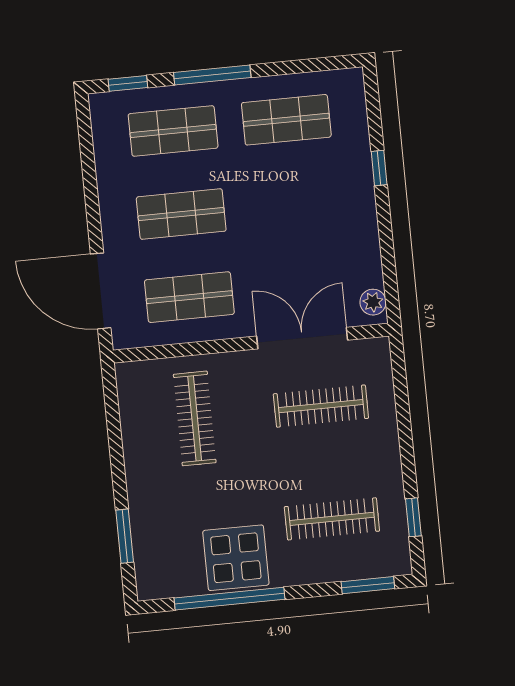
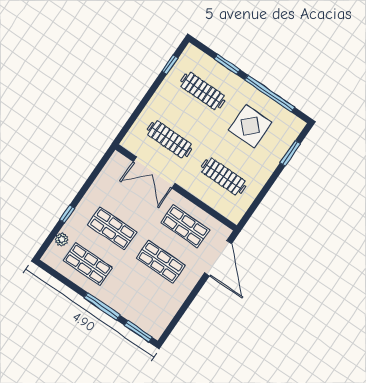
window: (128, 83) -> (138, 331), width x1.50
shop shelf: (173, 131) -> (112, 228), moved
plant: (373, 302) -> (62, 239), moved
clothes rail: (195, 418) -> (223, 176), turned 90
display table: (236, 558) -> (250, 126), moved
window: (368, 585) -> (227, 64), moved

